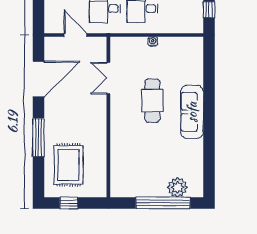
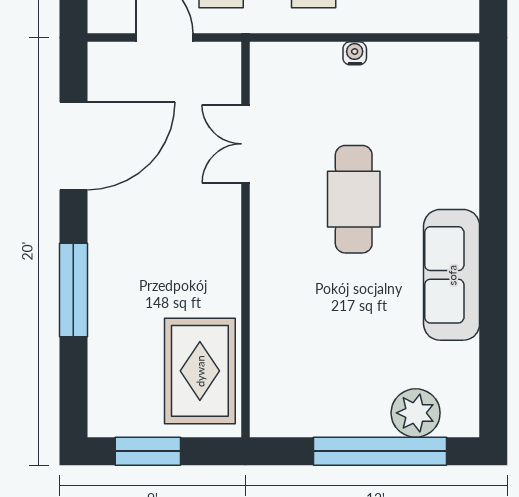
sofa: (192, 112) -> (452, 275), moved
rug: (68, 165) -> (200, 371), moved
window: (69, 203) -> (148, 451), width x1.50

